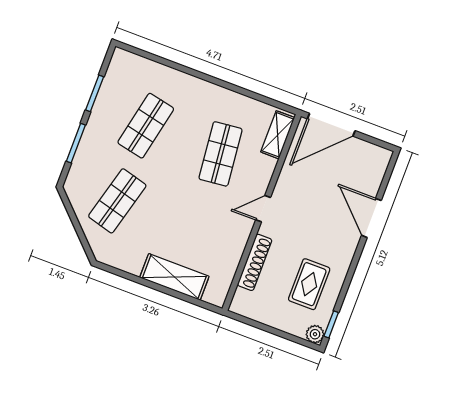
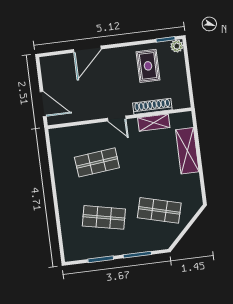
door: (331, 125) -> (43, 104), width x0.73
shelving: (278, 135) -> (154, 123), moved
rug: (309, 284) -> (148, 66), turned 90

